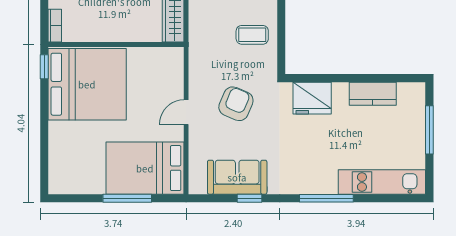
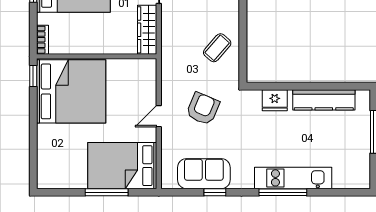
coffee table: (252, 35) -> (217, 48), turned -49
kitchen counter: (373, 94) -> (324, 100), width x1.50
fridge: (312, 98) -> (275, 100), width x0.73, depth x0.75
kitchen unit: (382, 182) -> (293, 178), moved

